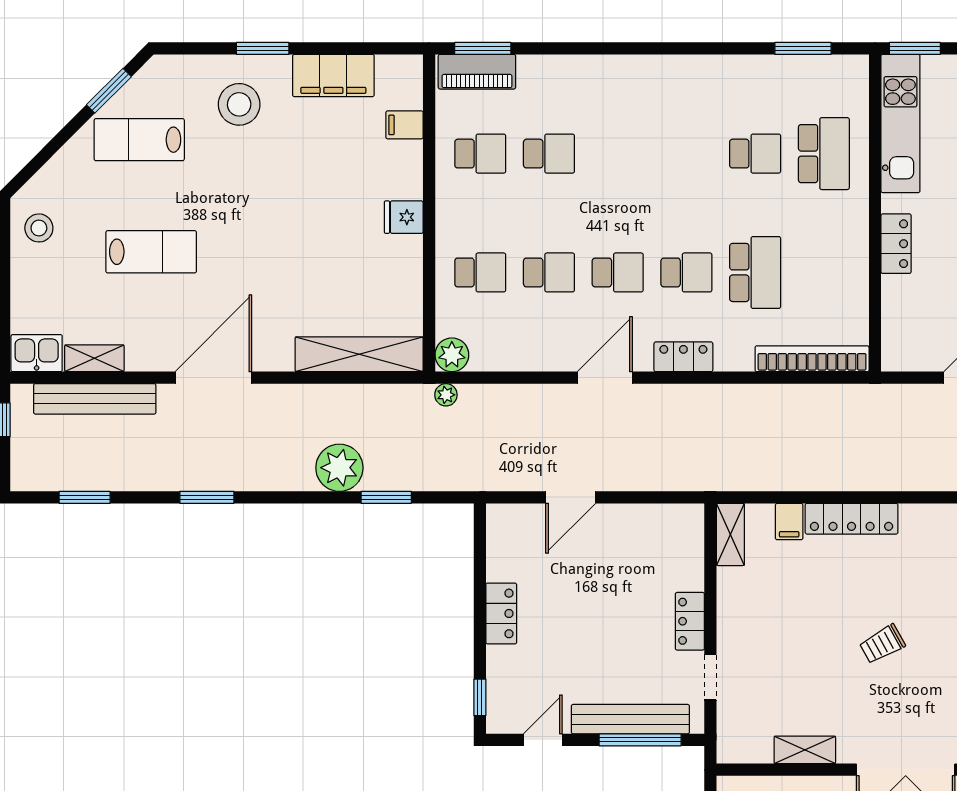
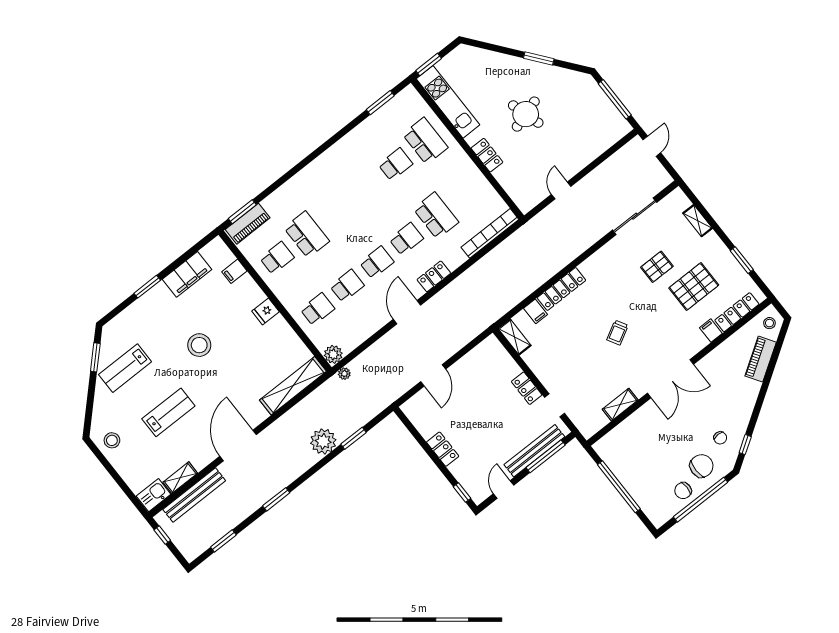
stool: (239, 104) -> (199, 345), moved
school desk: (549, 154) -> (307, 235), width x1.85

